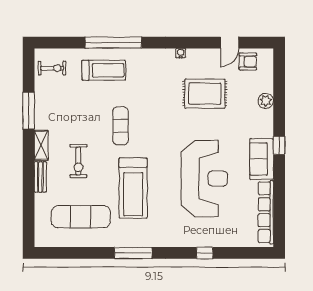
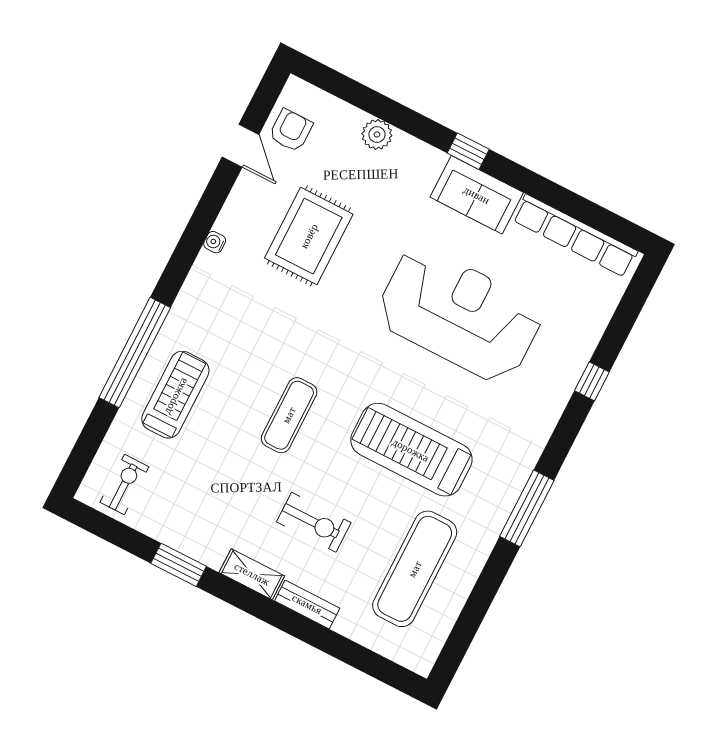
window: (29, 111) -> (179, 565), width x0.69
exercise mat: (121, 126) -> (289, 415), turned 90
treadmill: (133, 188) -> (411, 450), turned 180

